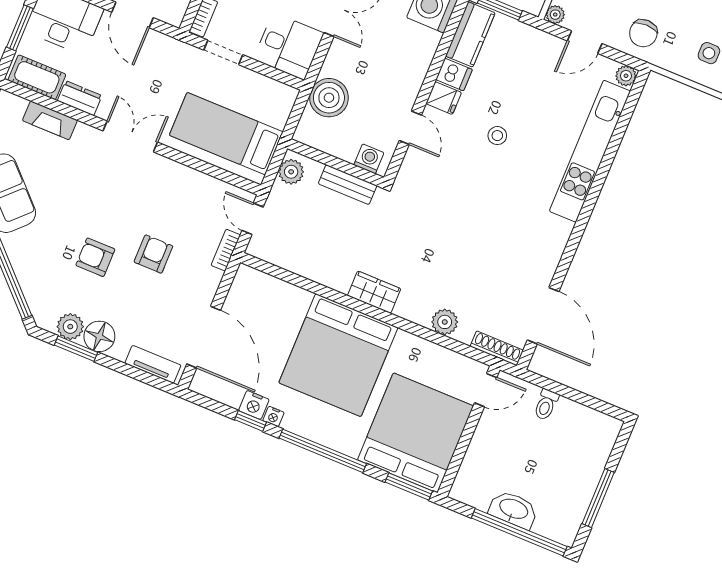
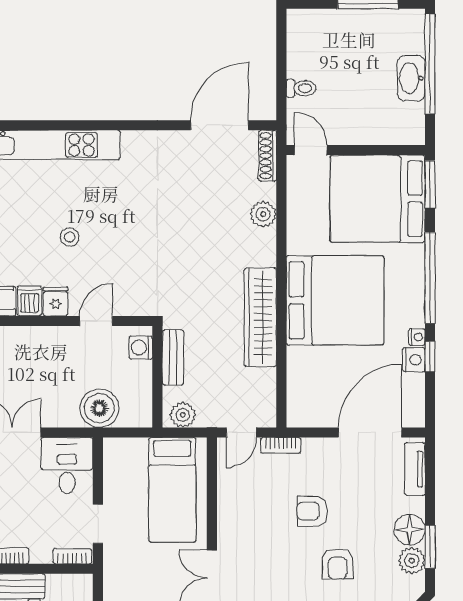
wardrobe: (374, 292) -> (260, 317), width x2.10, depth x1.17

